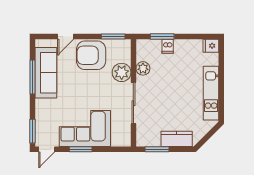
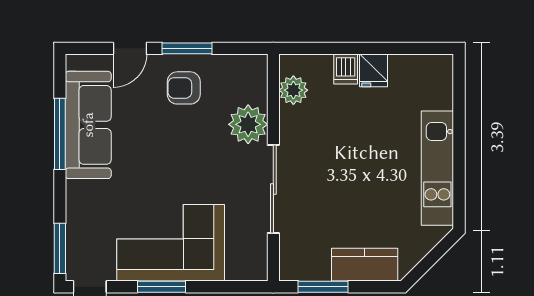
window: (113, 37) -> (187, 48), moved
window: (162, 37) -> (334, 48), removed
fridge: (211, 46) -> (373, 70), moved, turned -90
armchair: (91, 55) -> (184, 88), width x0.53, depth x0.53
plant: (143, 68) -> (293, 90), moved

